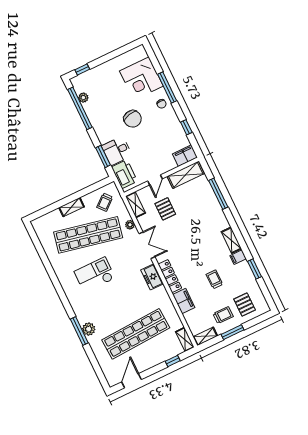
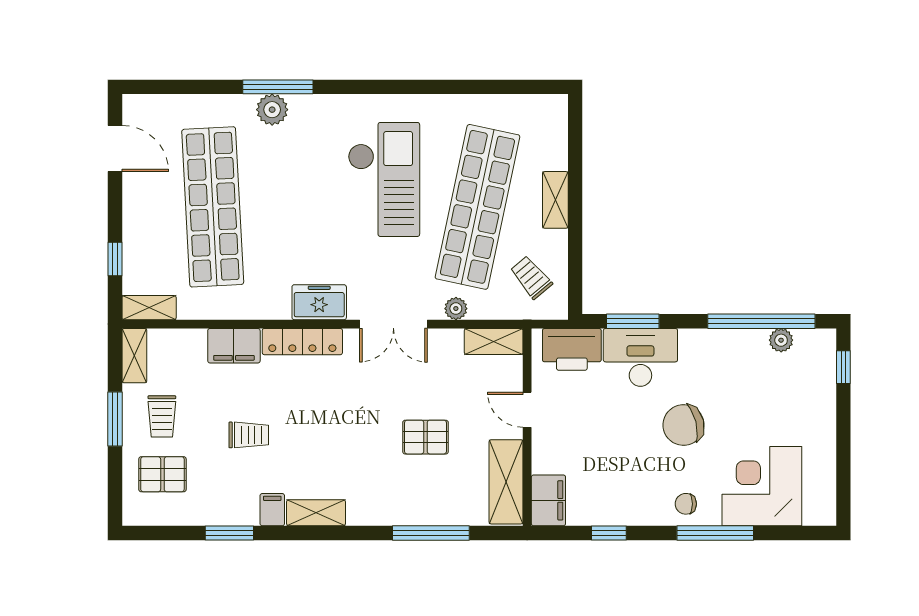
desk: (117, 151) -> (640, 357), width x1.37
pallet: (165, 209) -> (425, 437), moved
checkout: (95, 275) -> (384, 179), width x1.36, depth x1.21

